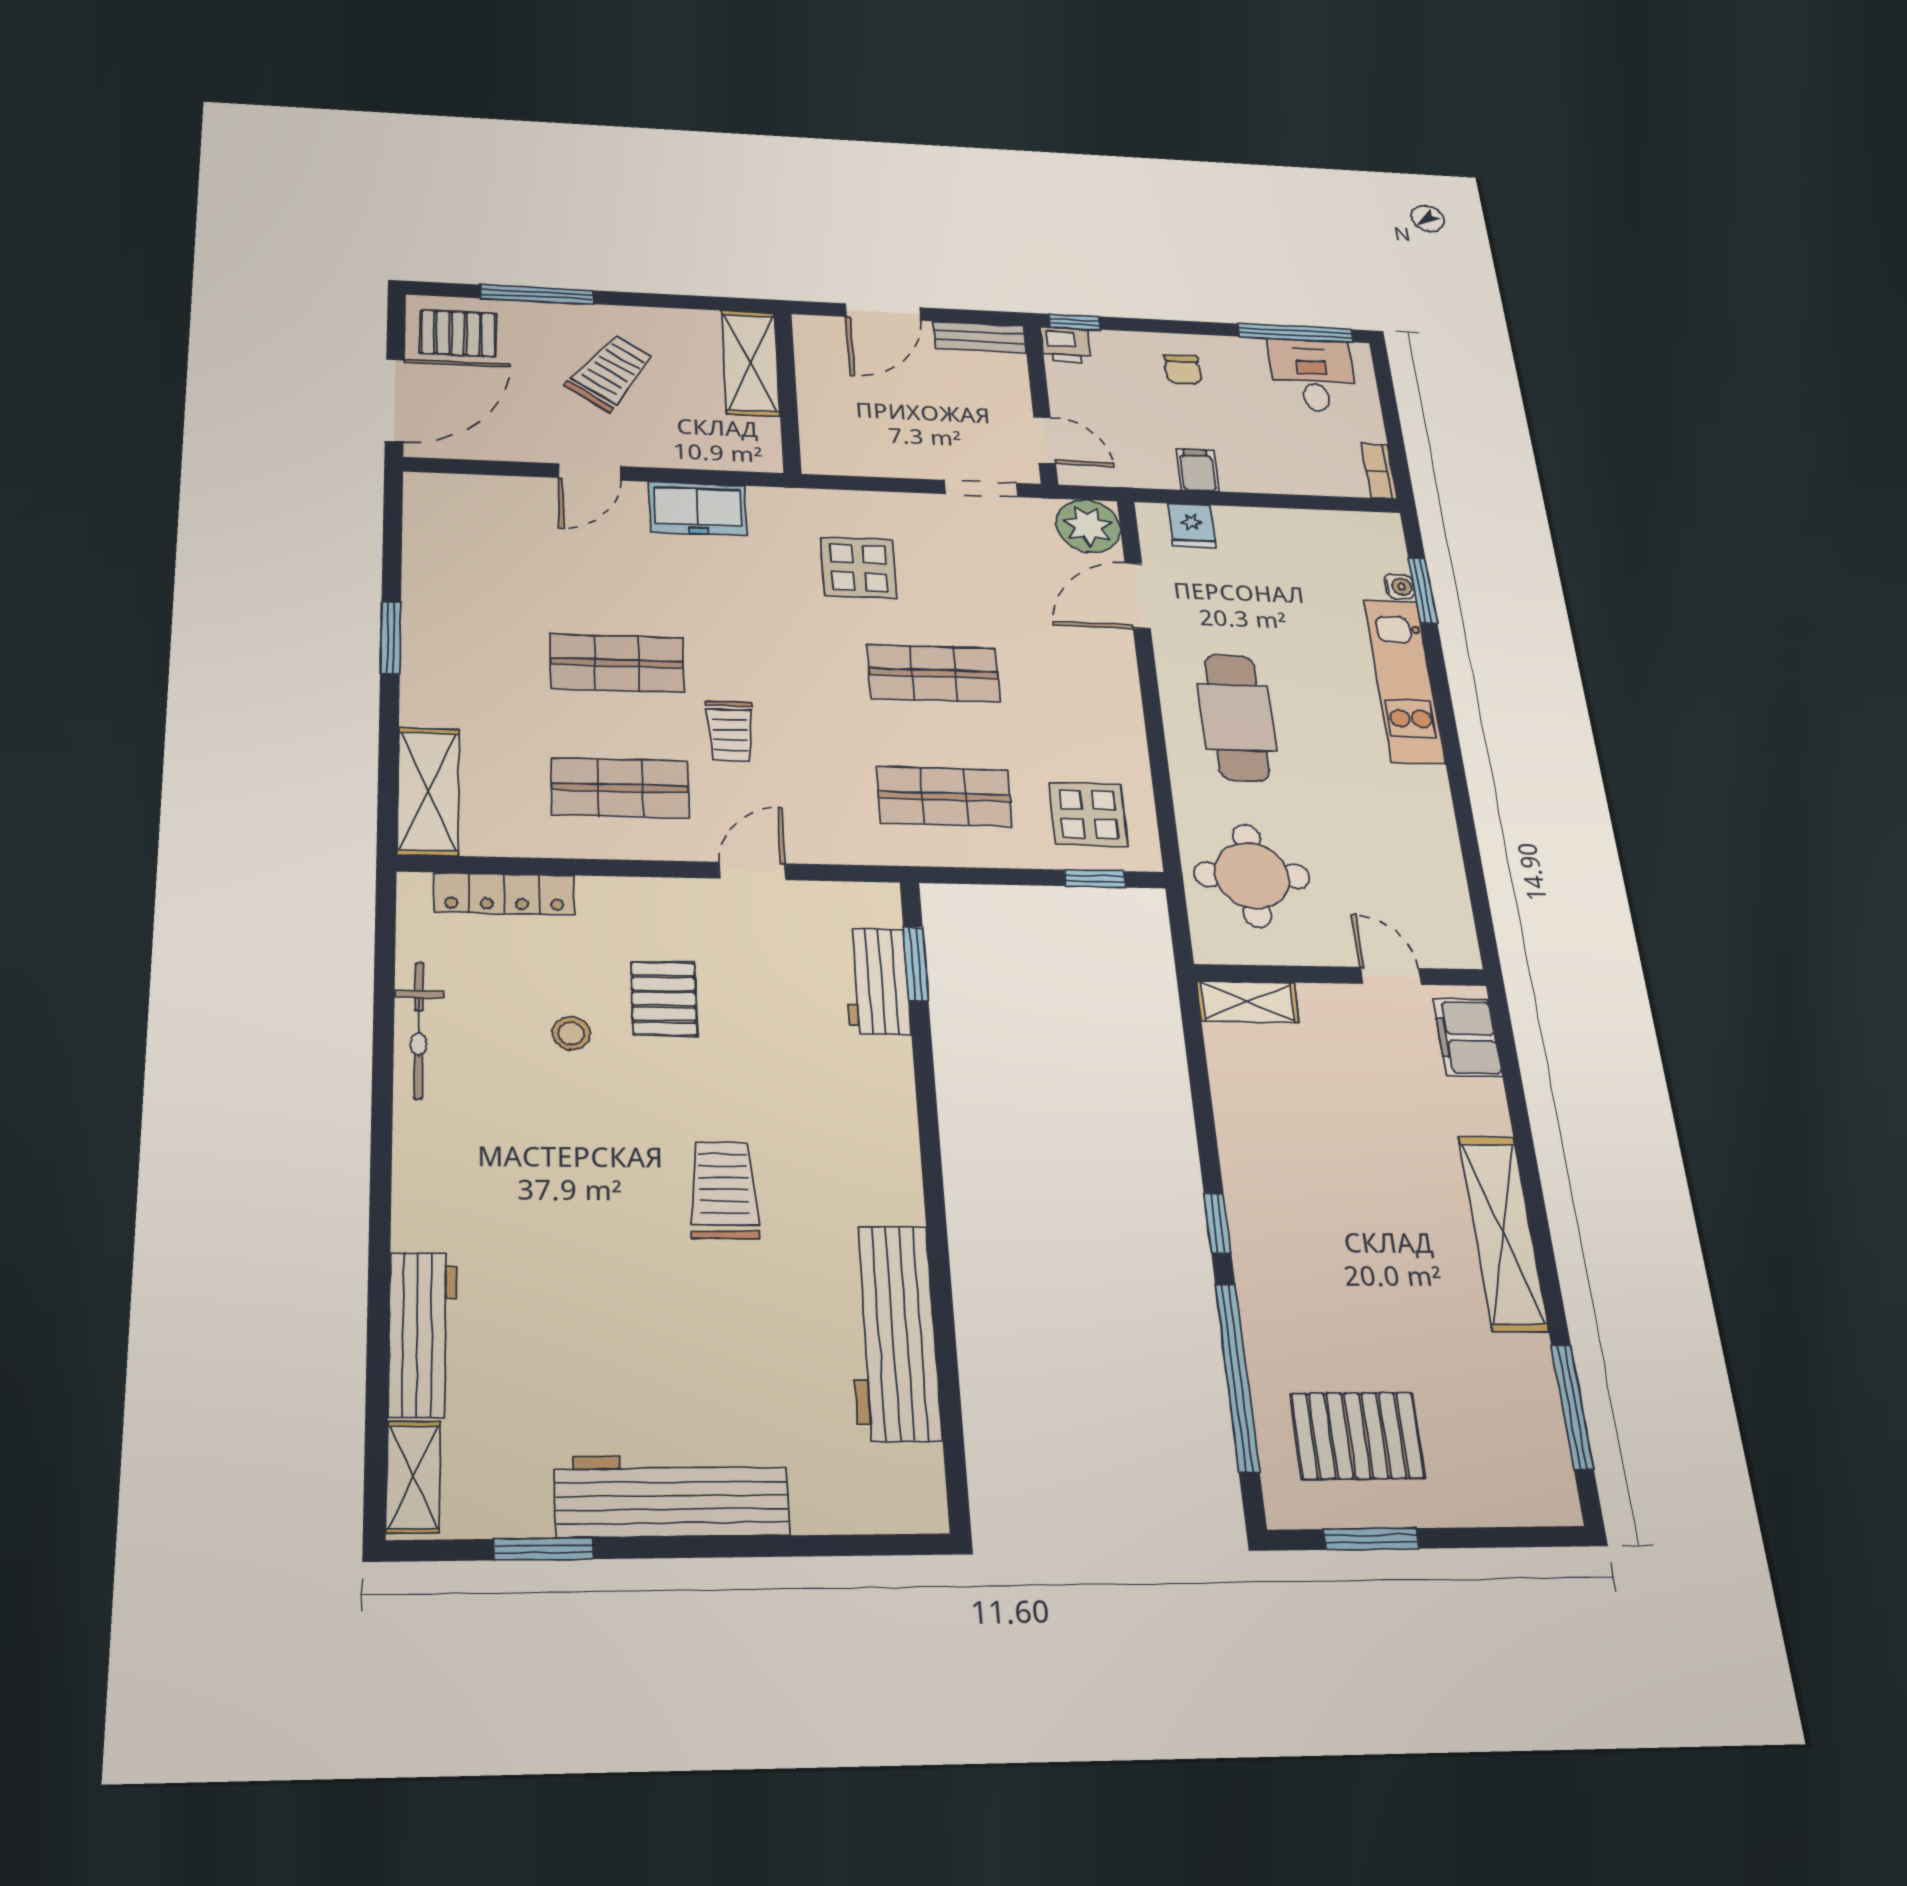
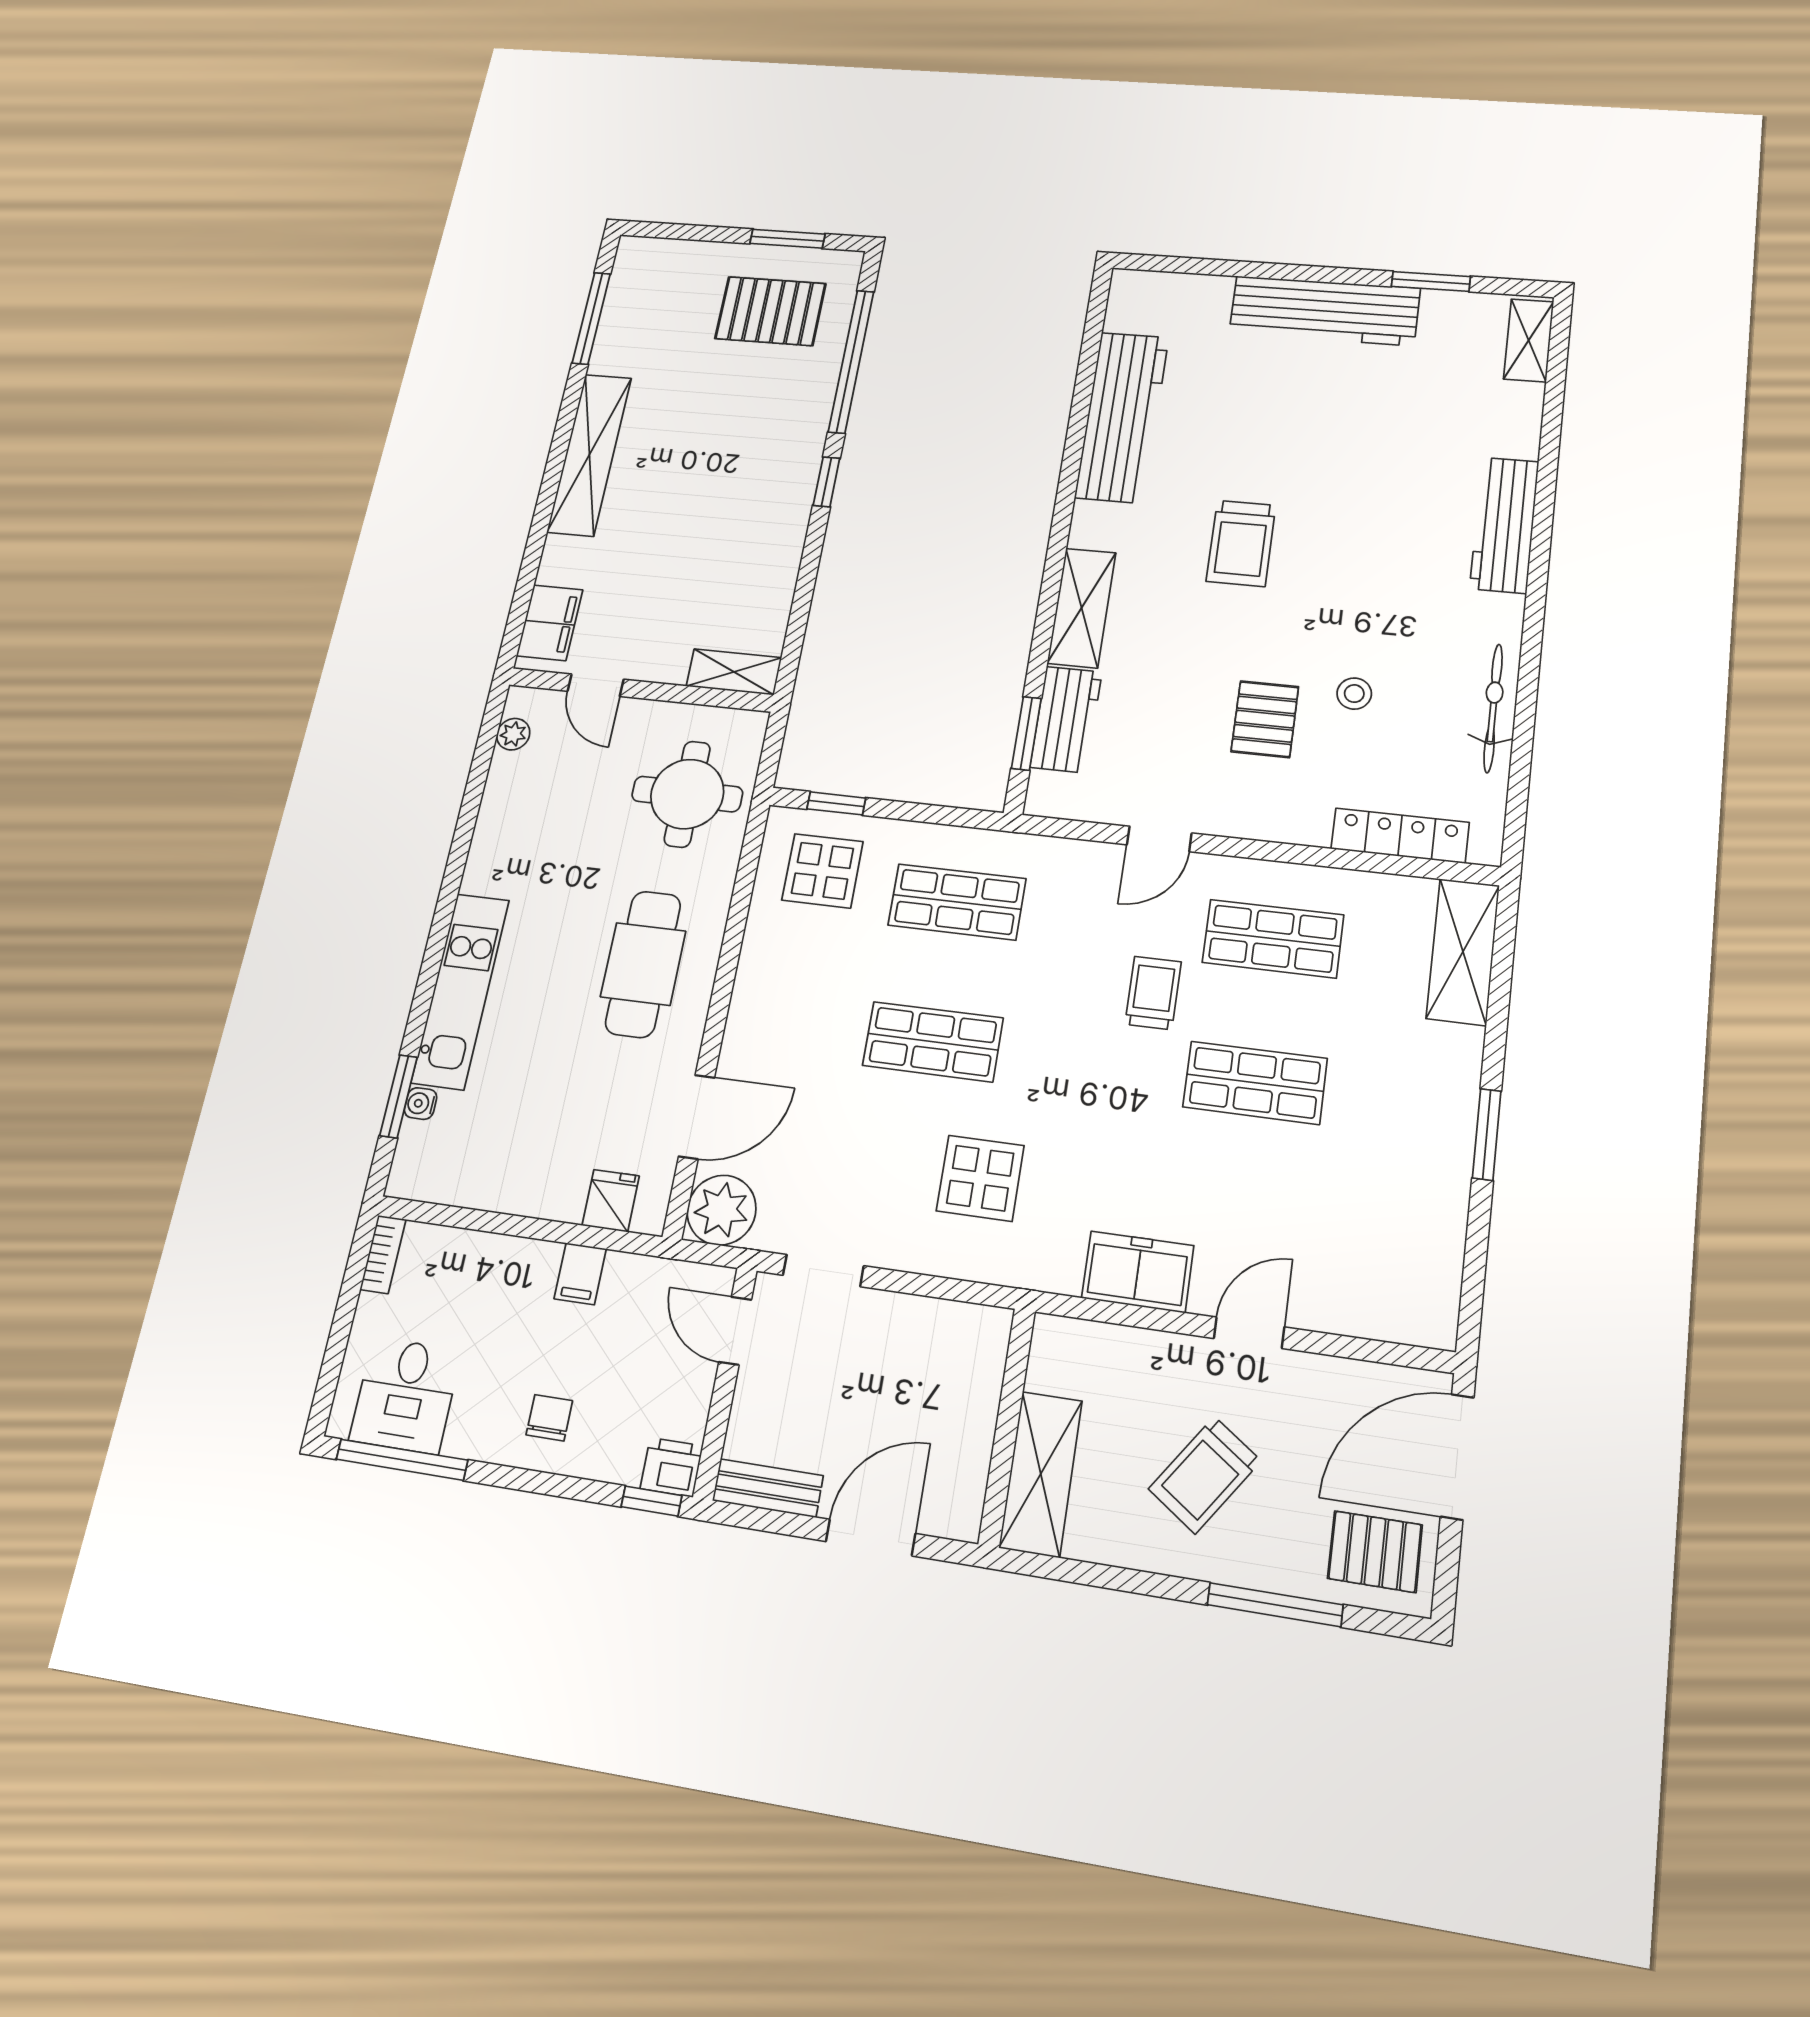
plant: (1456, 919) -> (513, 734), added
shelving: (888, 1102) -> (1082, 608), added
workbench: (423, 1334) -> (1504, 525), moved

